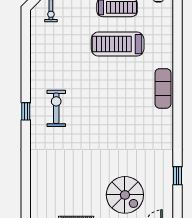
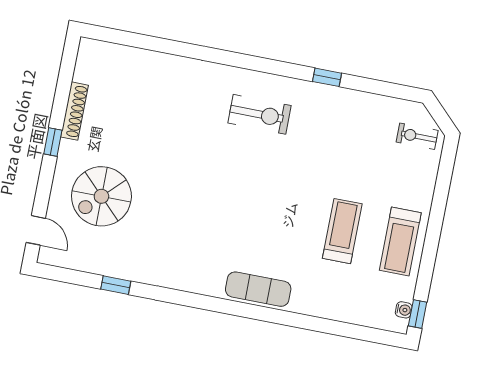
treadmill: (118, 44) -> (342, 231), width x0.73, depth x0.73
window: (26, 111) -> (327, 77), moved

